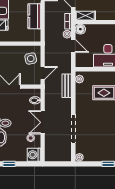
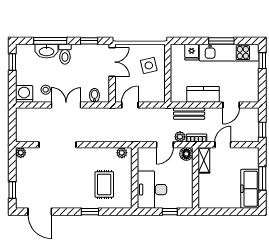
side table: (31, 59) -> (149, 65), moved
door: (43, 73) -> (130, 105), swing flipped
bench: (67, 86) -> (189, 114), moved

